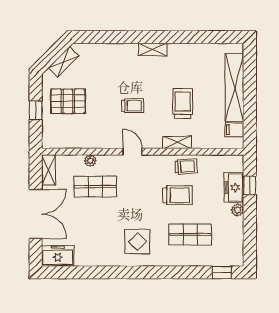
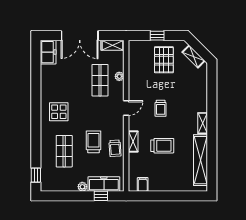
shelving: (234, 87) -> (200, 160), moved, turned 90
freezer: (234, 188) -> (104, 184), width x1.40
trolley: (178, 195) -> (94, 142), turned 180

